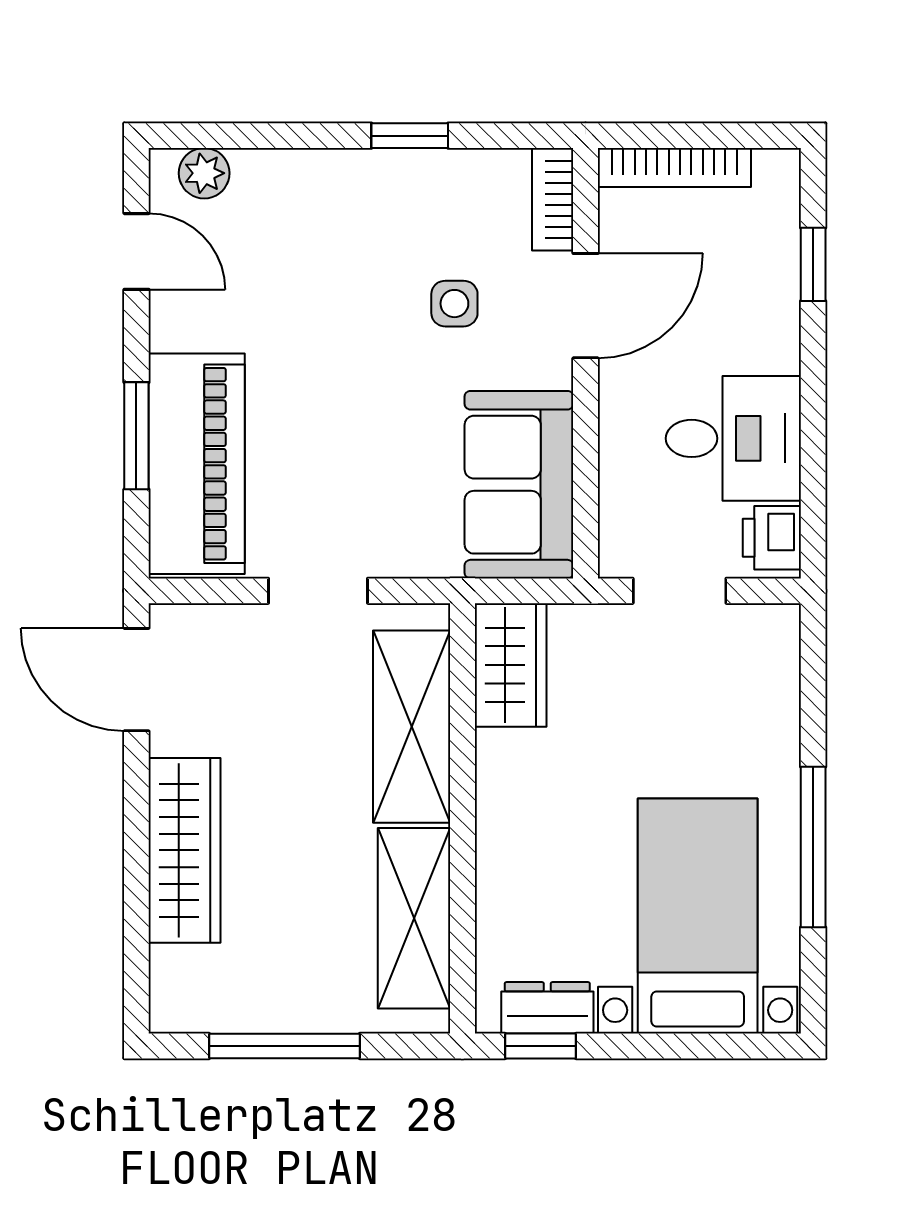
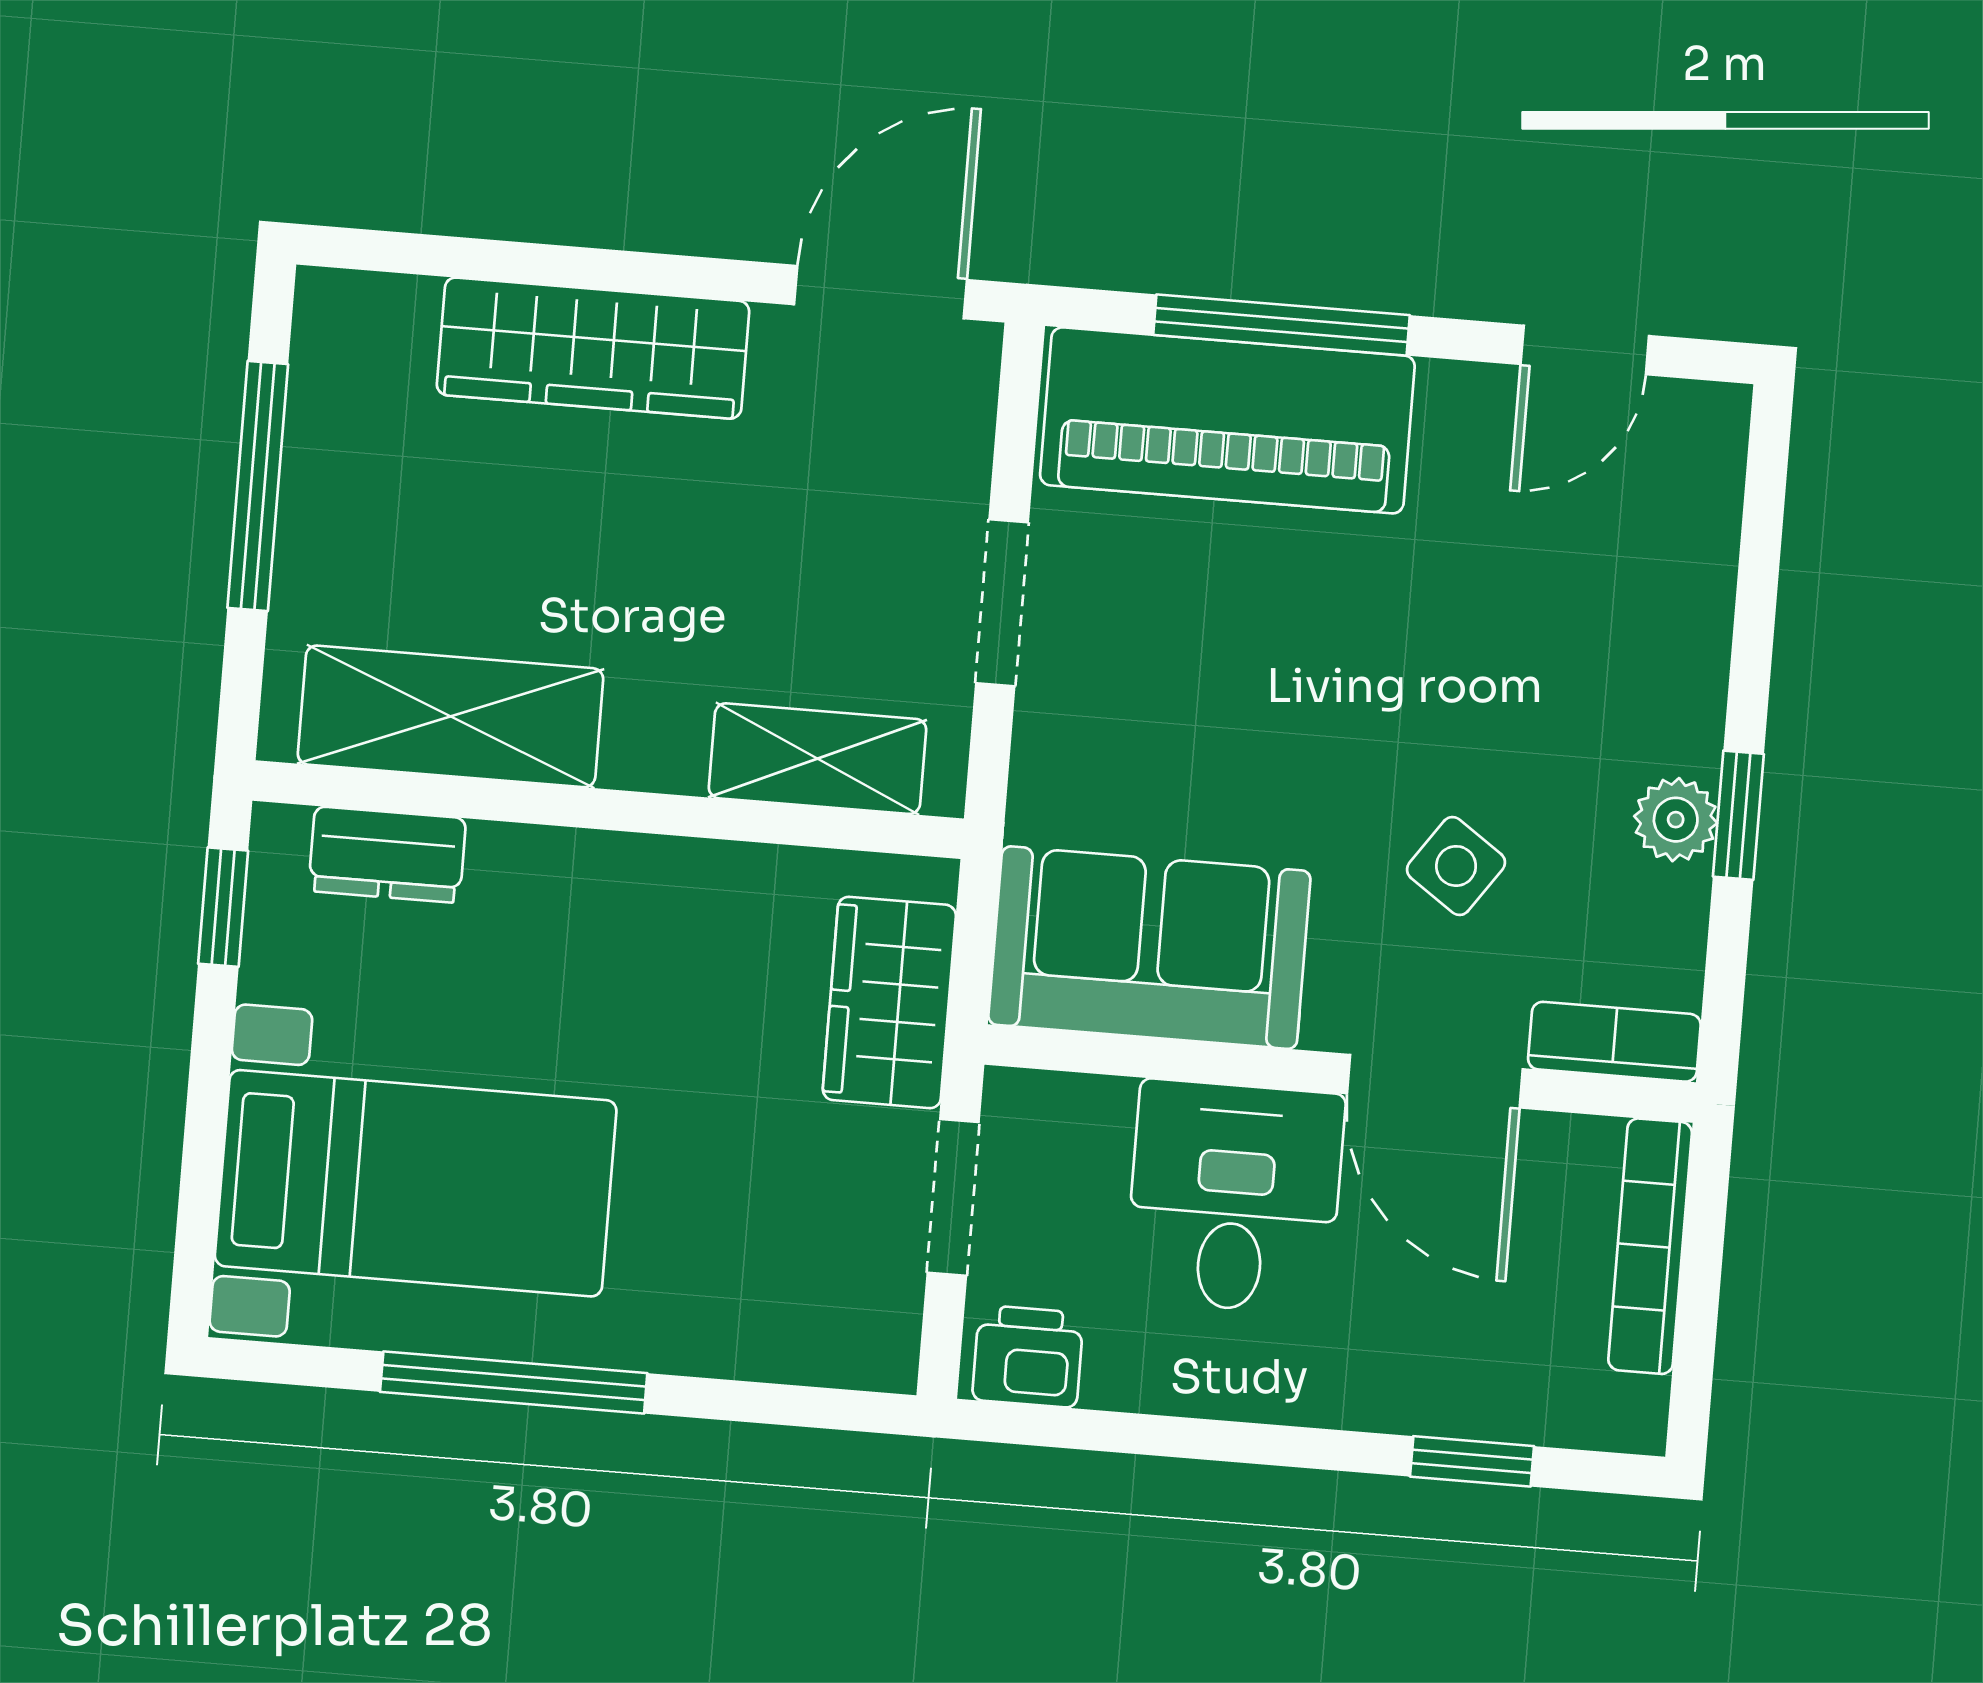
plant: (204, 173) -> (1676, 820), moved
side table: (454, 304) -> (1456, 866), turned 35
window: (136, 436) -> (1282, 325), width x1.44
desk: (733, 438) -> (1235, 1197), moved, turned 180
wardrobe: (511, 665) -> (889, 1002), moved, turned 90
shelving: (412, 727) -> (818, 759), width x0.67, depth x0.75
dresser: (547, 1008) -> (387, 855), moved, turned 90

